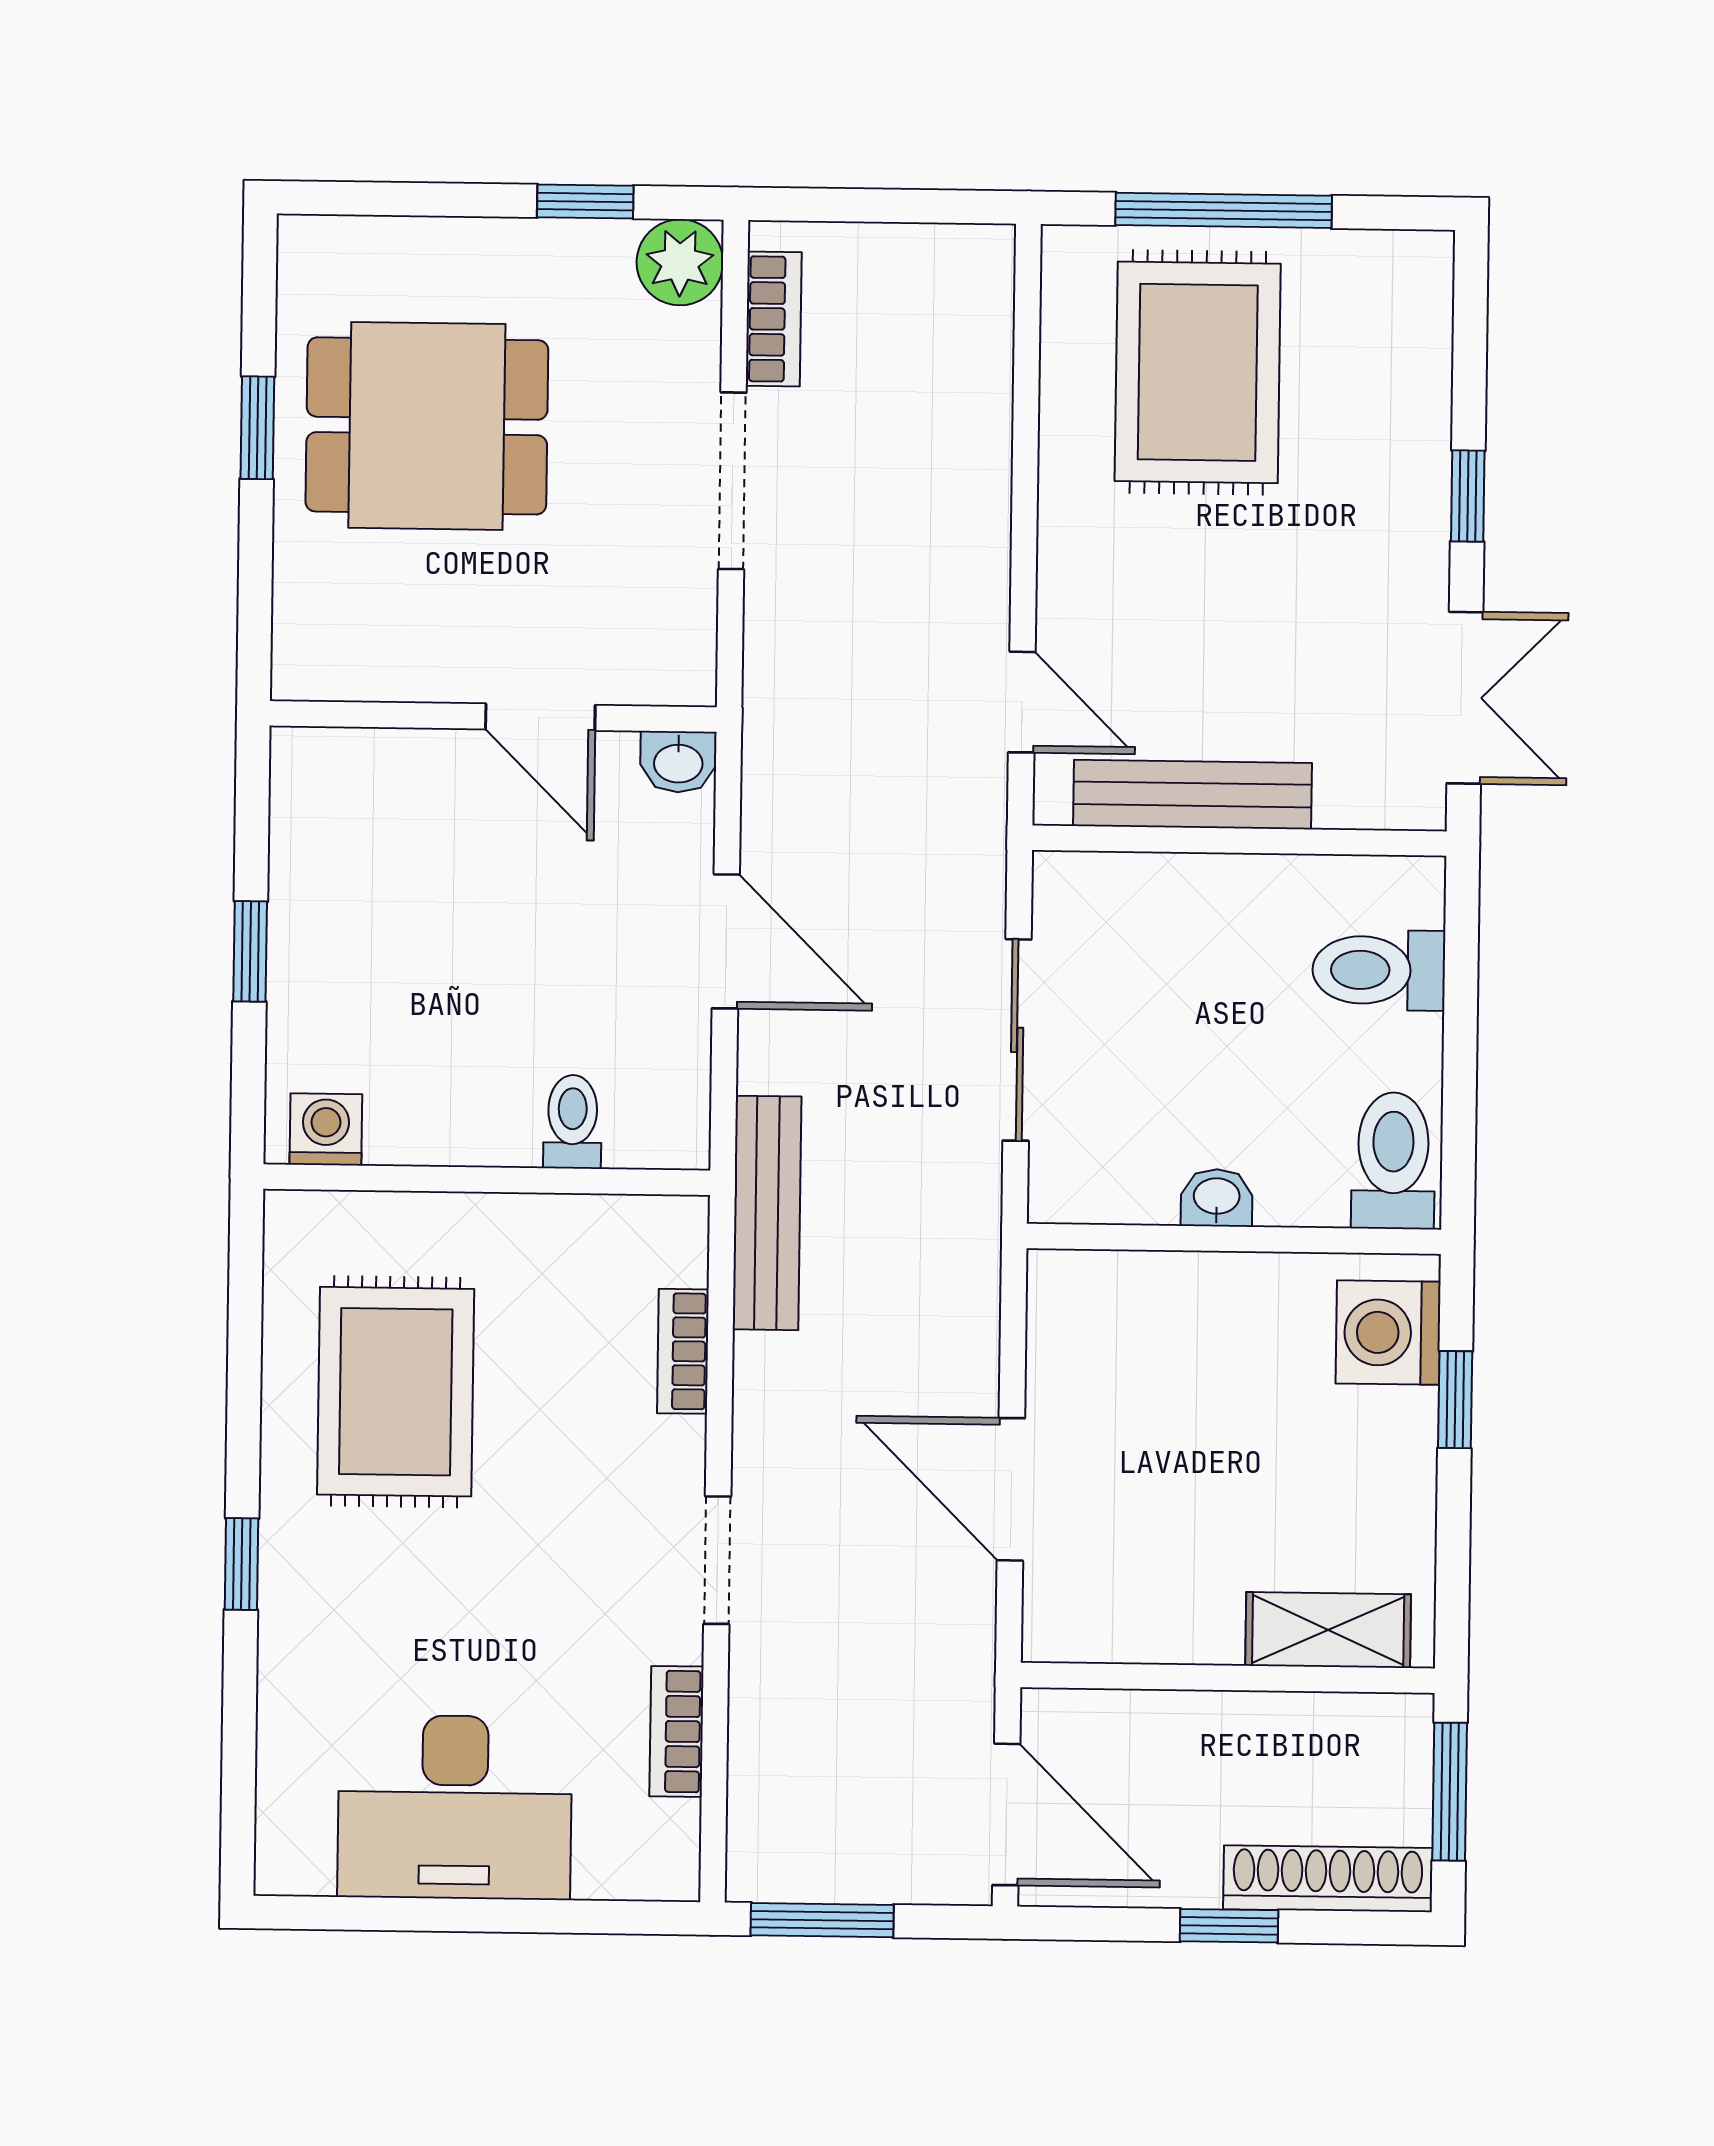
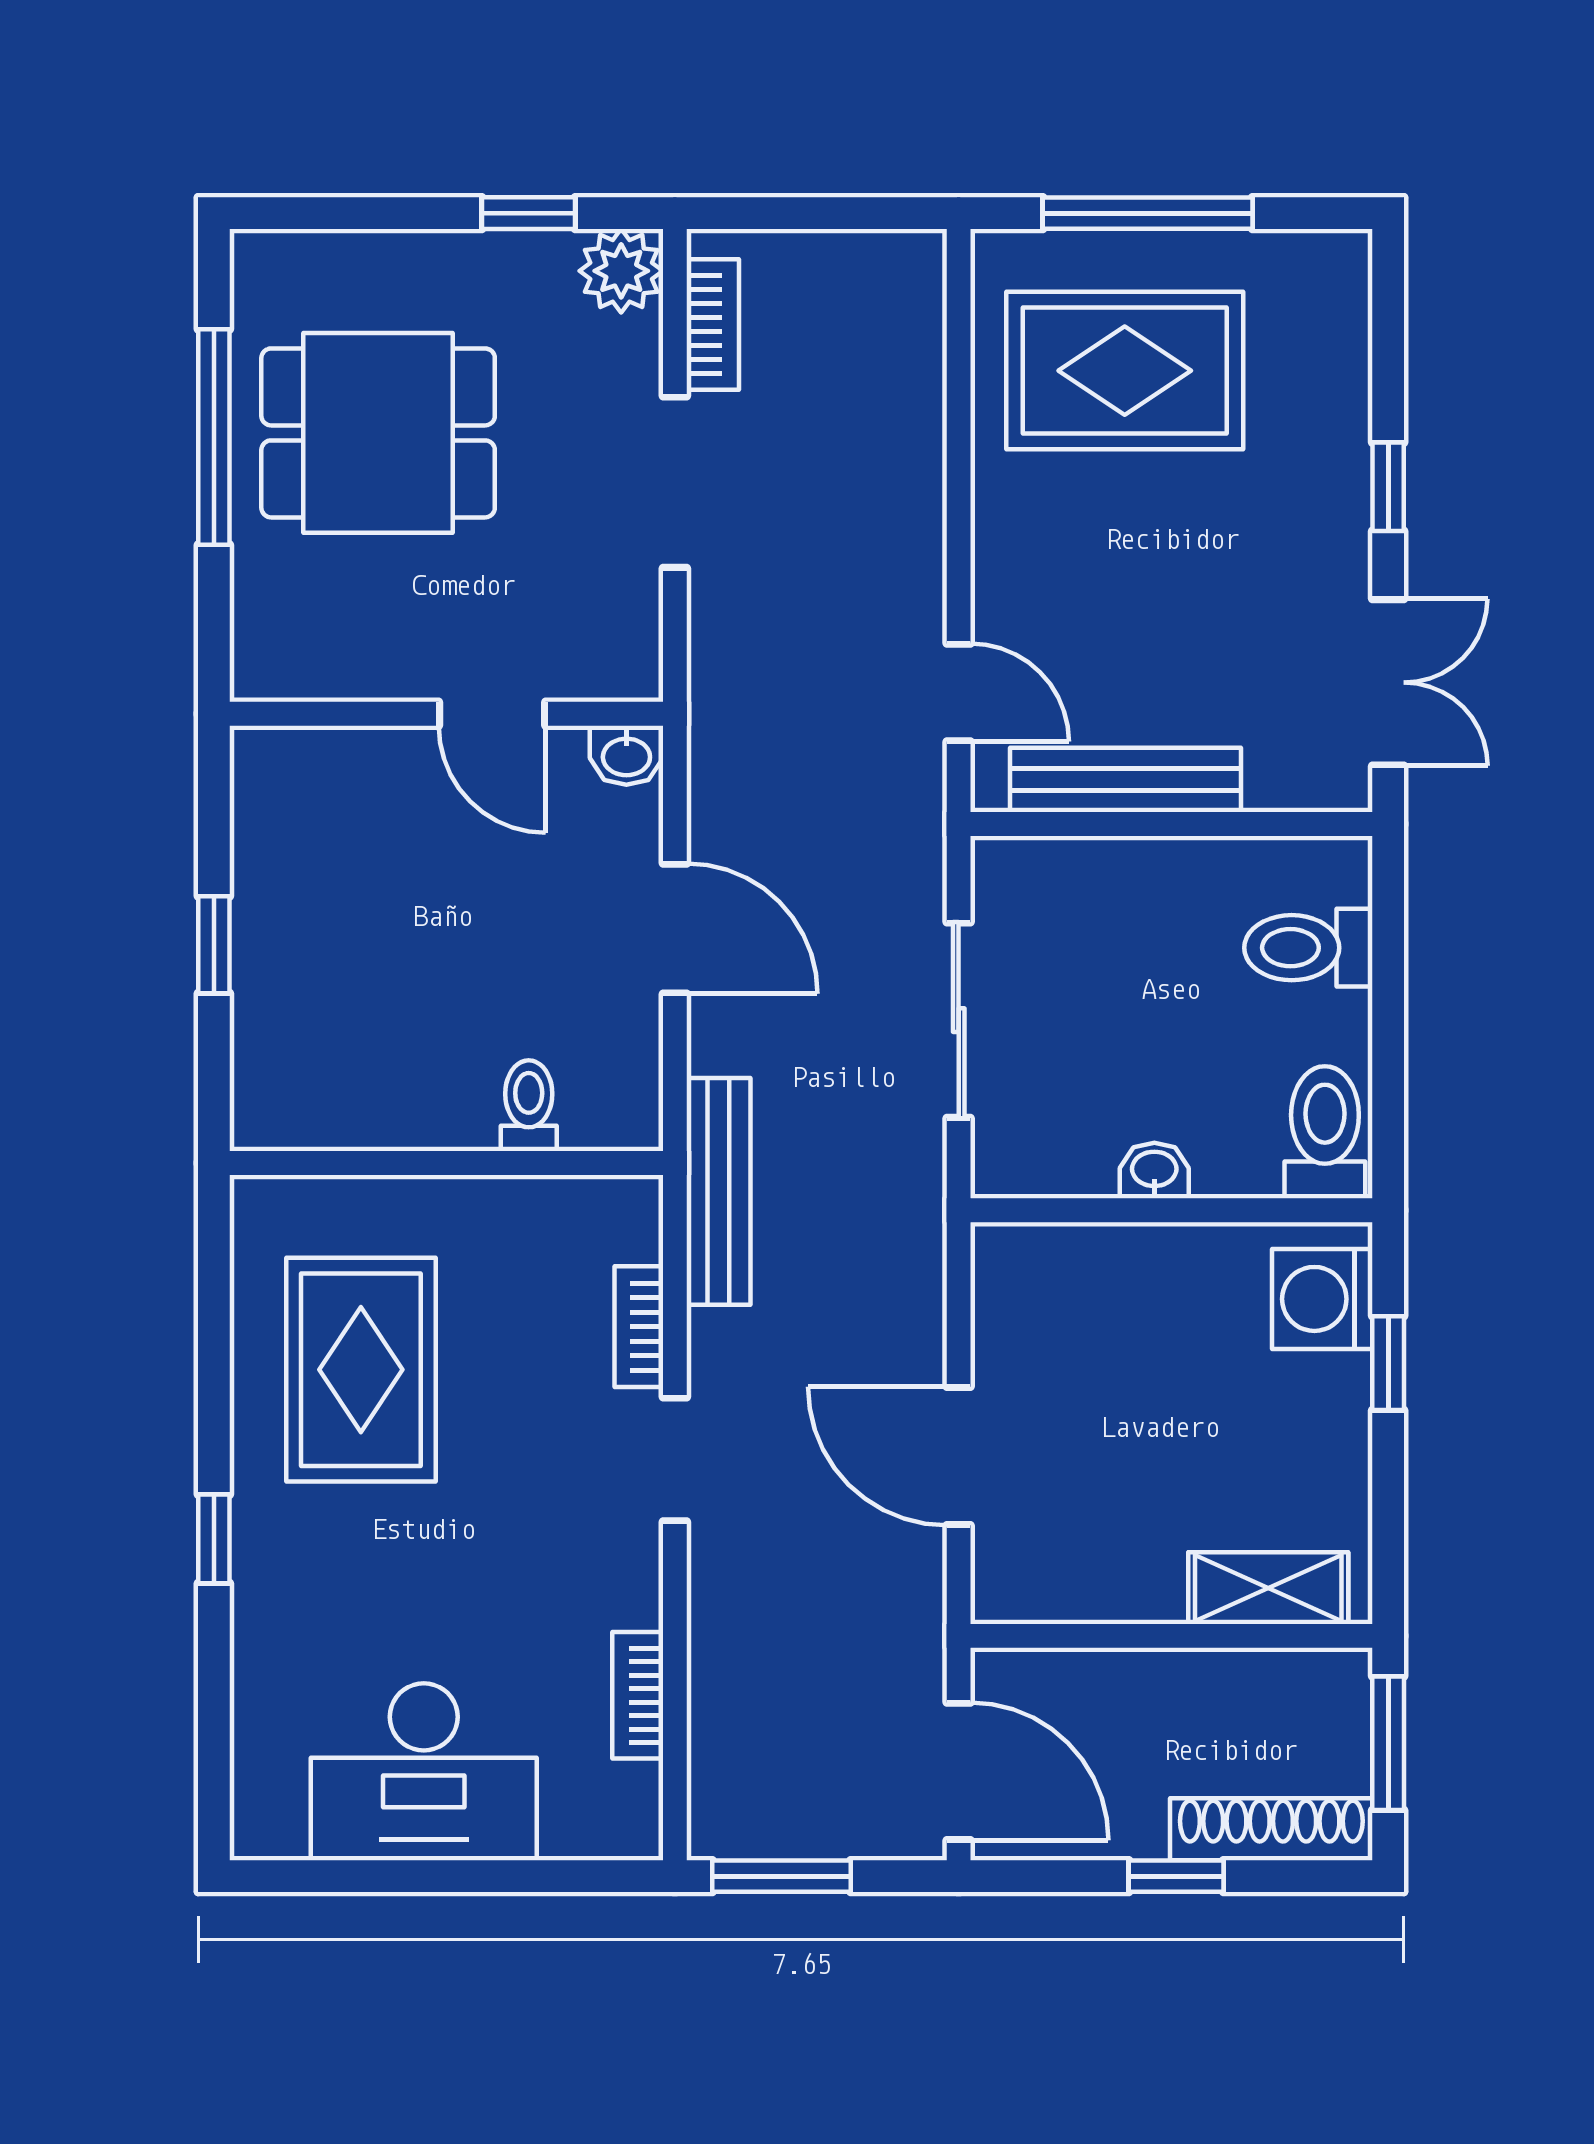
rug: (1198, 372) -> (1125, 371), turned 90
window: (257, 428) -> (214, 437), width x2.17
washing machine: (326, 1129) -> (290, 1116), removed
doorway: (717, 1560) -> (675, 1459), moved

